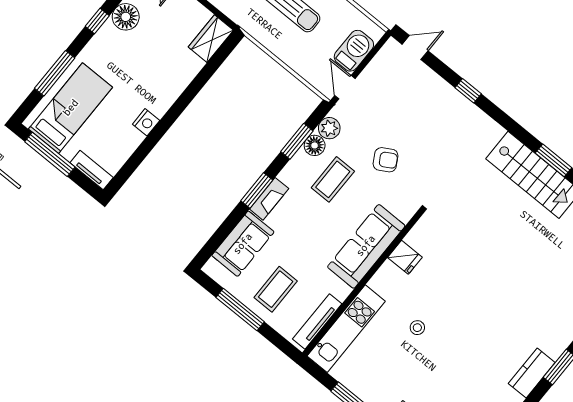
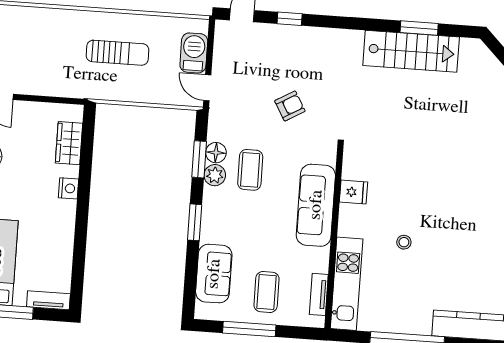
wardrobe: (211, 39) -> (69, 143), moved
window: (468, 91) -> (290, 19), moved
nightstand: (146, 122) -> (68, 188), moved
plant: (329, 128) -> (215, 175), moved
armchair: (386, 160) -> (290, 106), moved
fireplace: (269, 199) -> (209, 222), removed
tv unit: (317, 321) -> (319, 294), width x0.71

